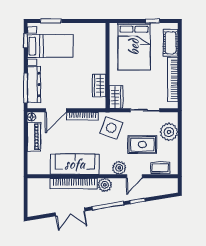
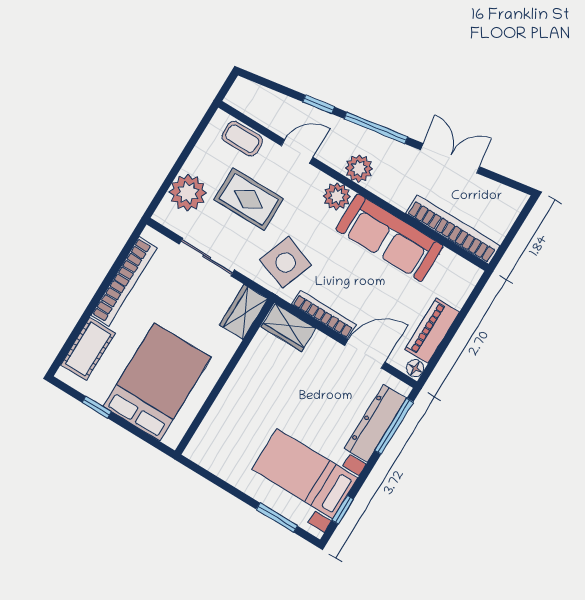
wardrobe: (99, 85) -> (288, 328), moved, turned 90
plant: (119, 168) -> (337, 196), moved
bookcase: (74, 183) -> (453, 229), moved

